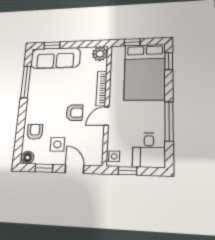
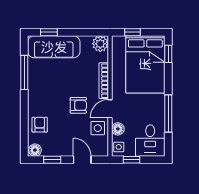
floor lamp: (114, 137) -> (118, 129), added
side table: (57, 144) -> (98, 128), moved

